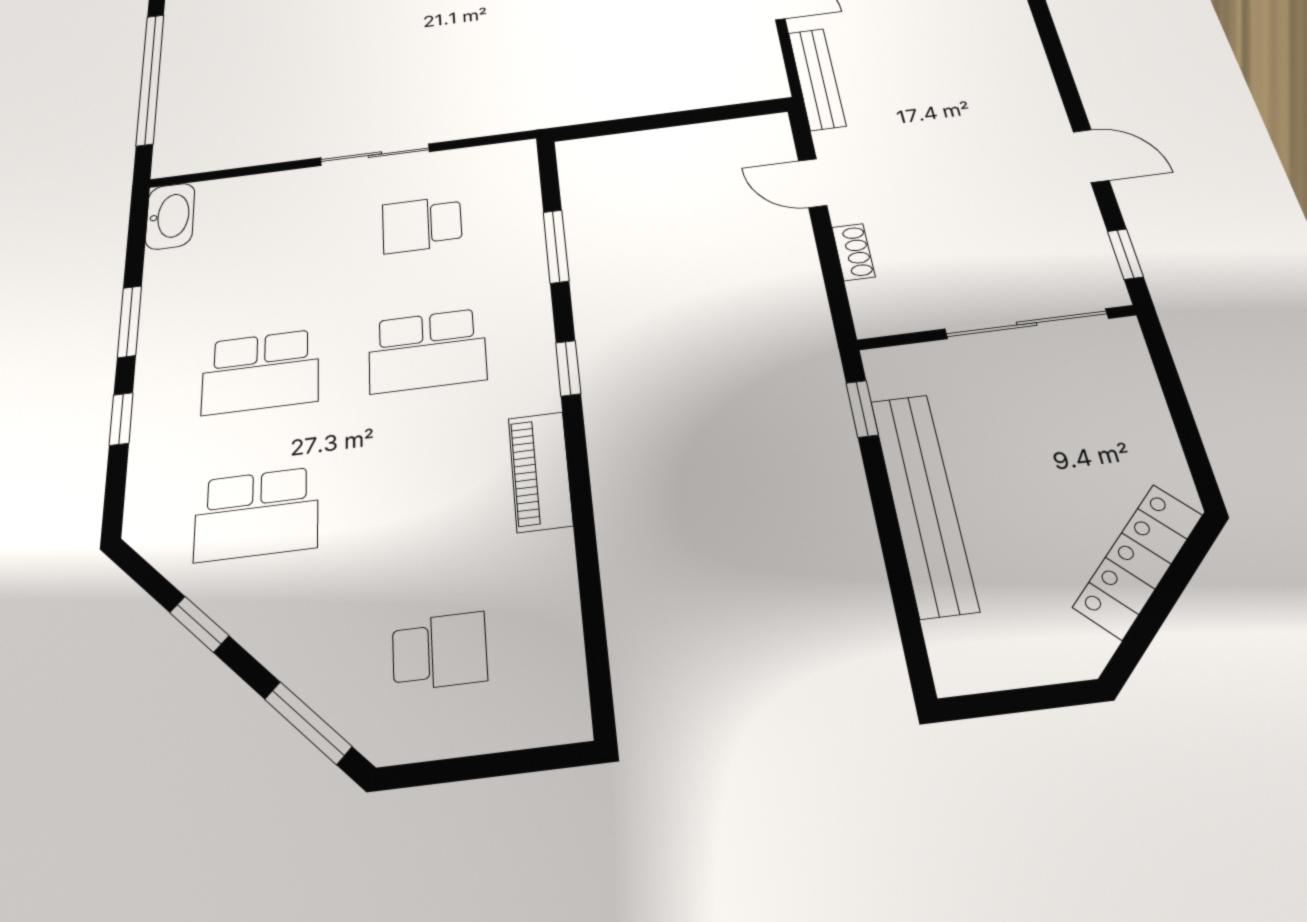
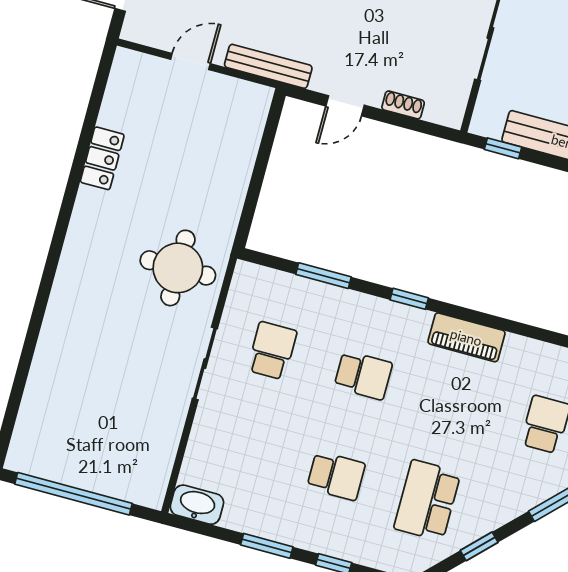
round table: (495, 80) -> (178, 268), added
school desk: (422, 224) -> (272, 351), turned 180
school desk: (427, 351) -> (363, 375), width x0.54
school desk: (260, 372) -> (336, 476), width x0.54
school desk: (256, 514) -> (427, 500), turned 180

